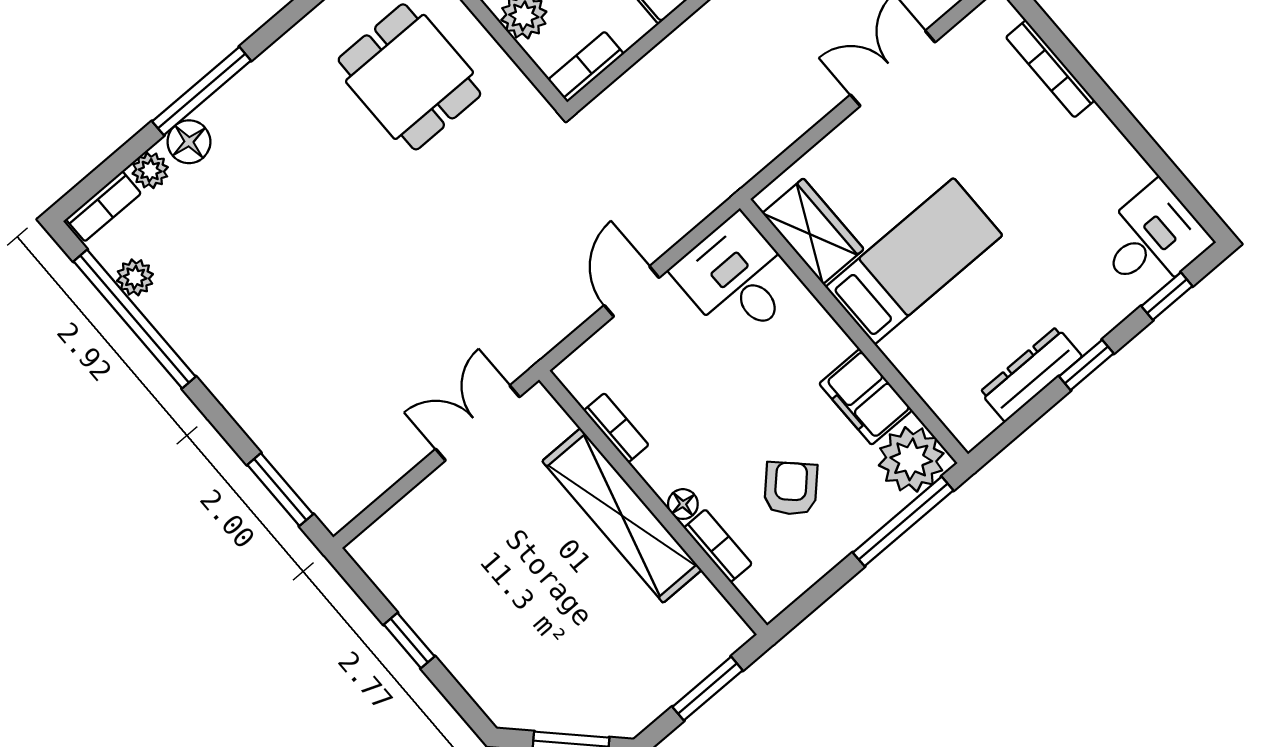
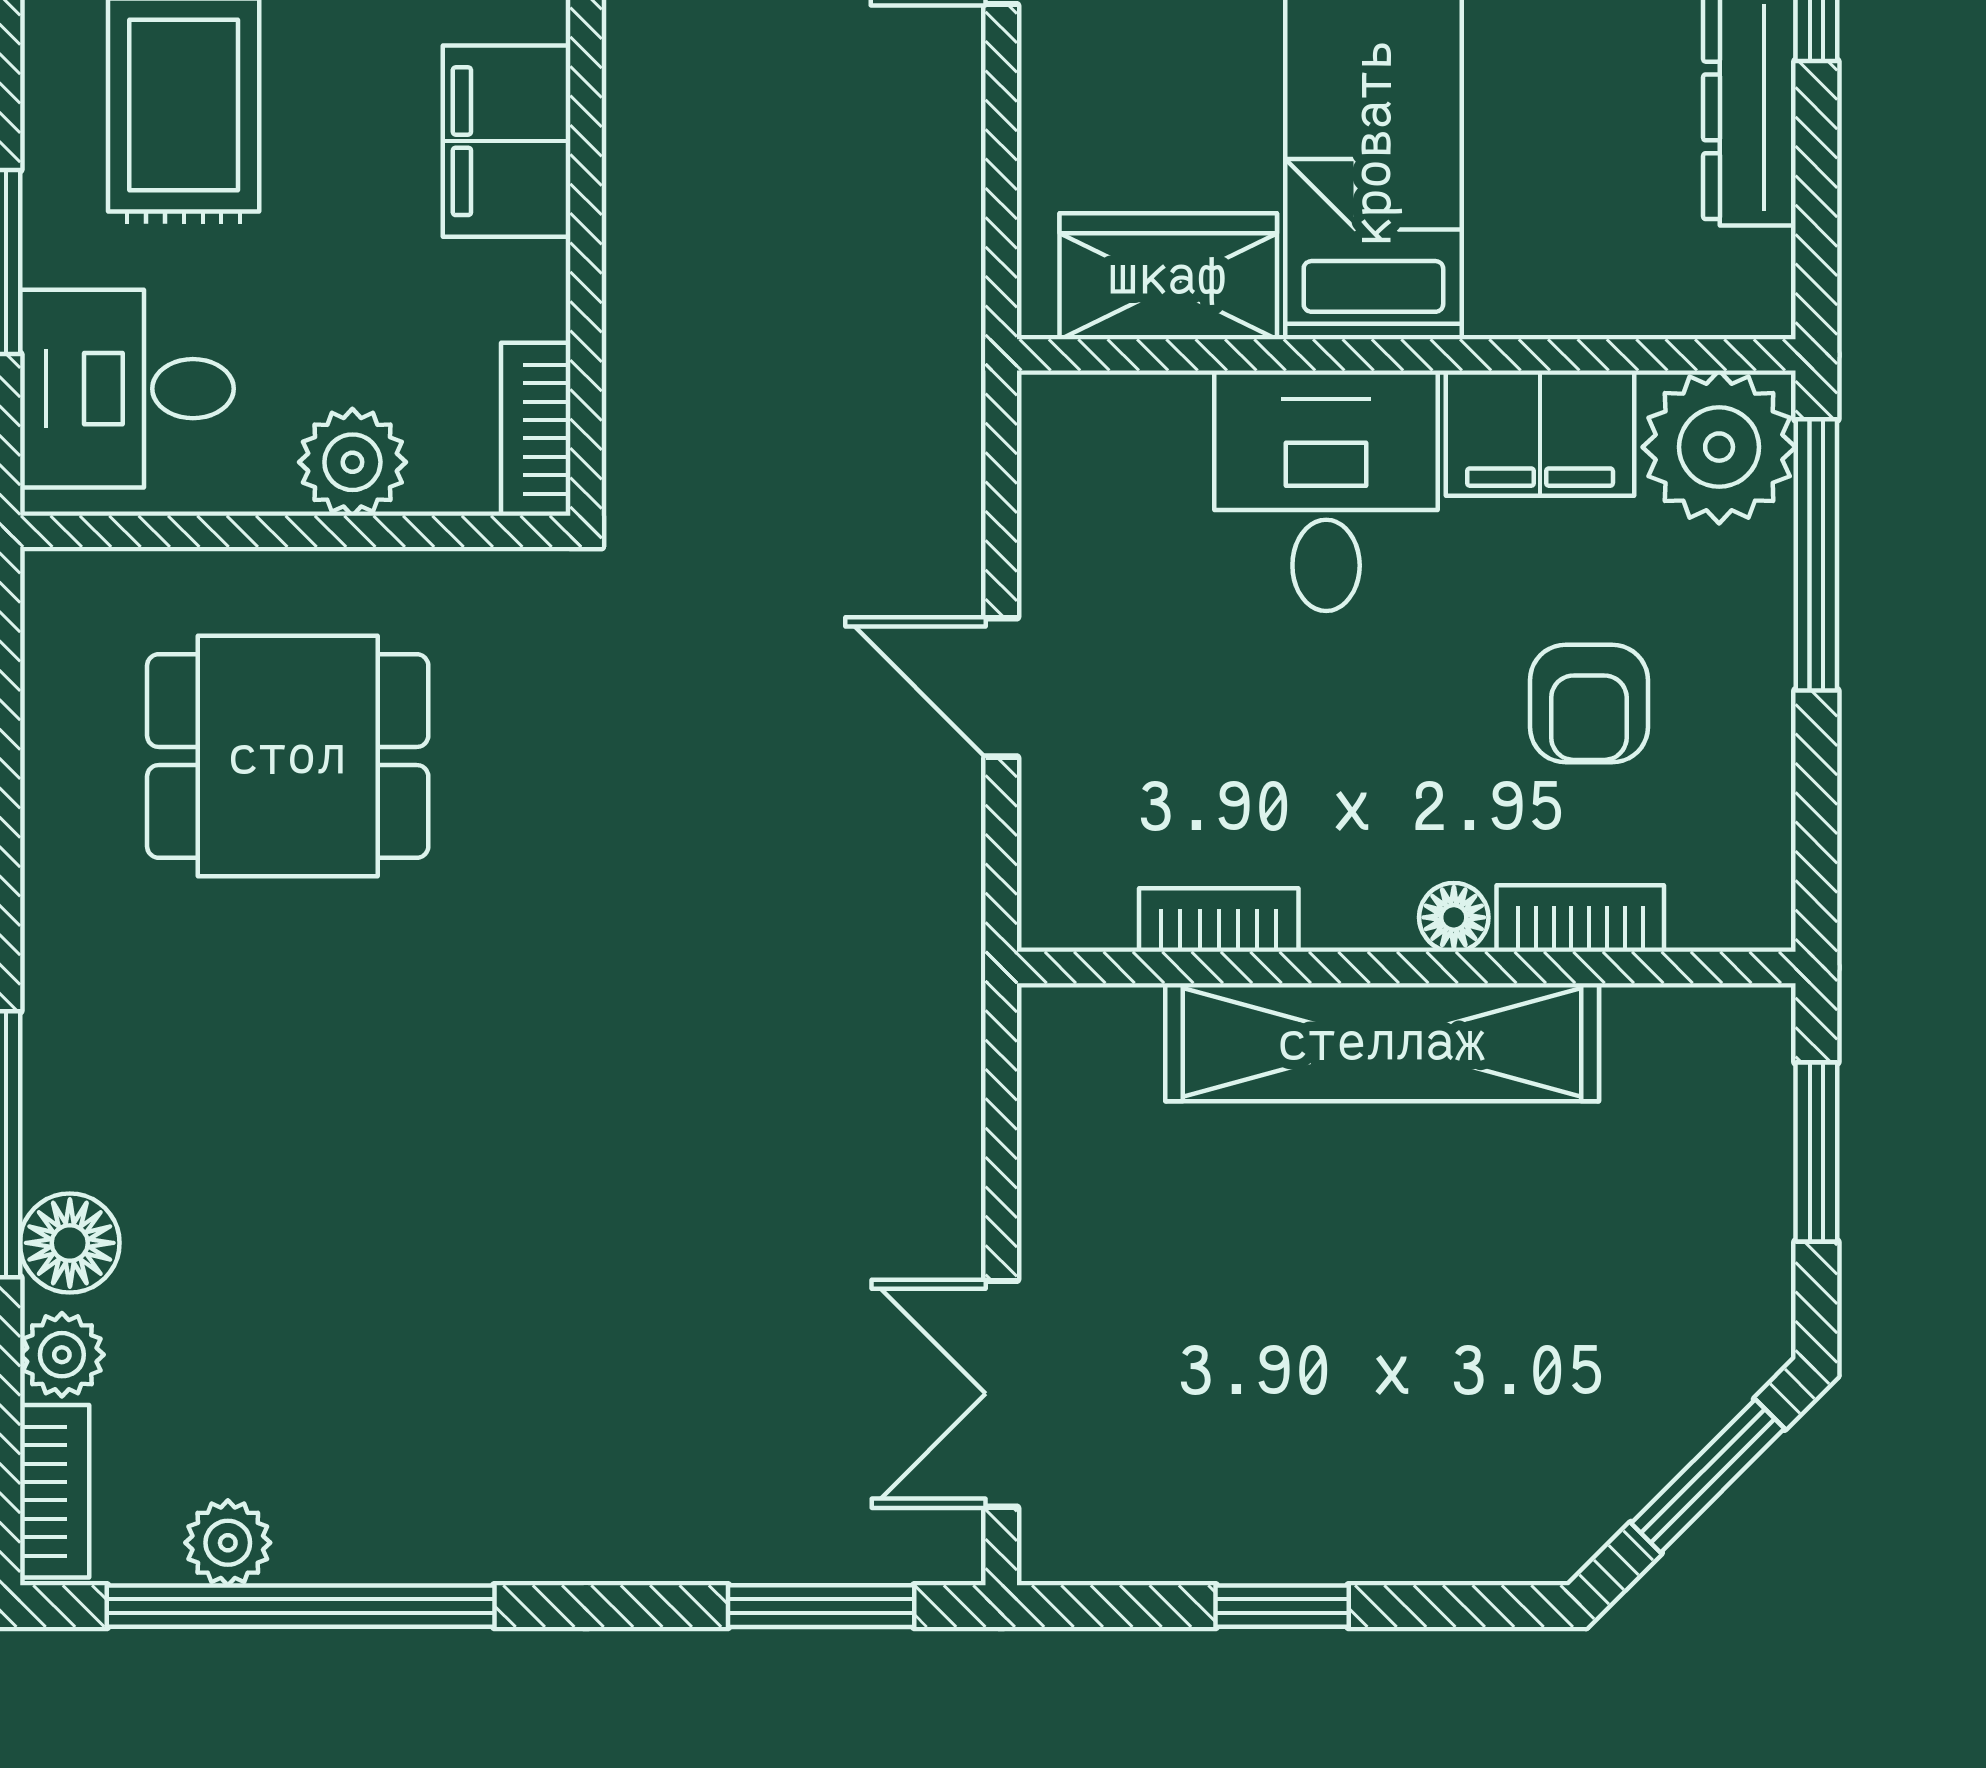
desk: (737, 279) -> (1326, 491), moved, turned 90
double door: (478, 423) -> (1001, 1394), moved
armchair: (791, 489) -> (1589, 704), turned -134

